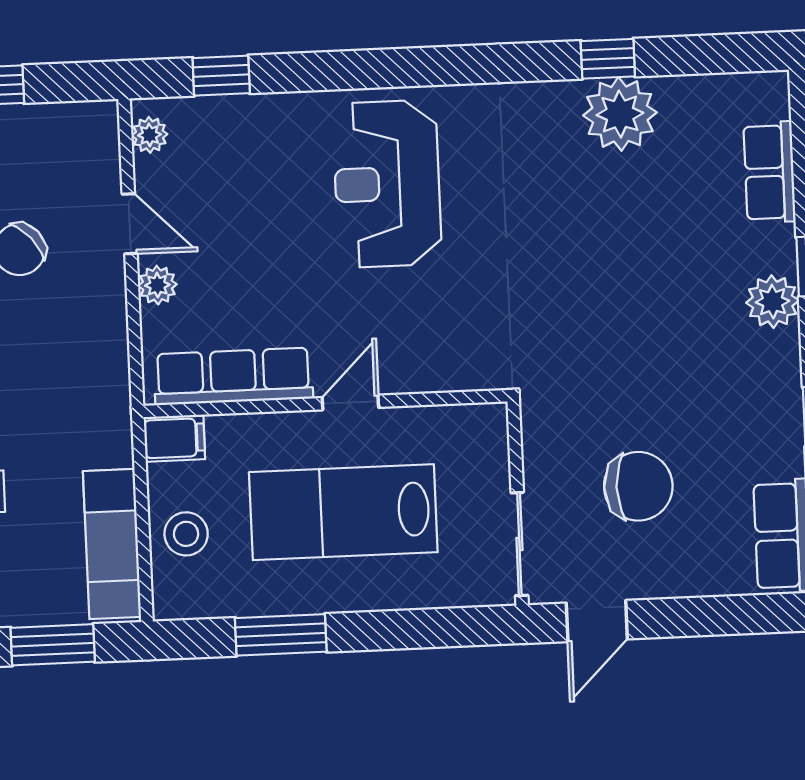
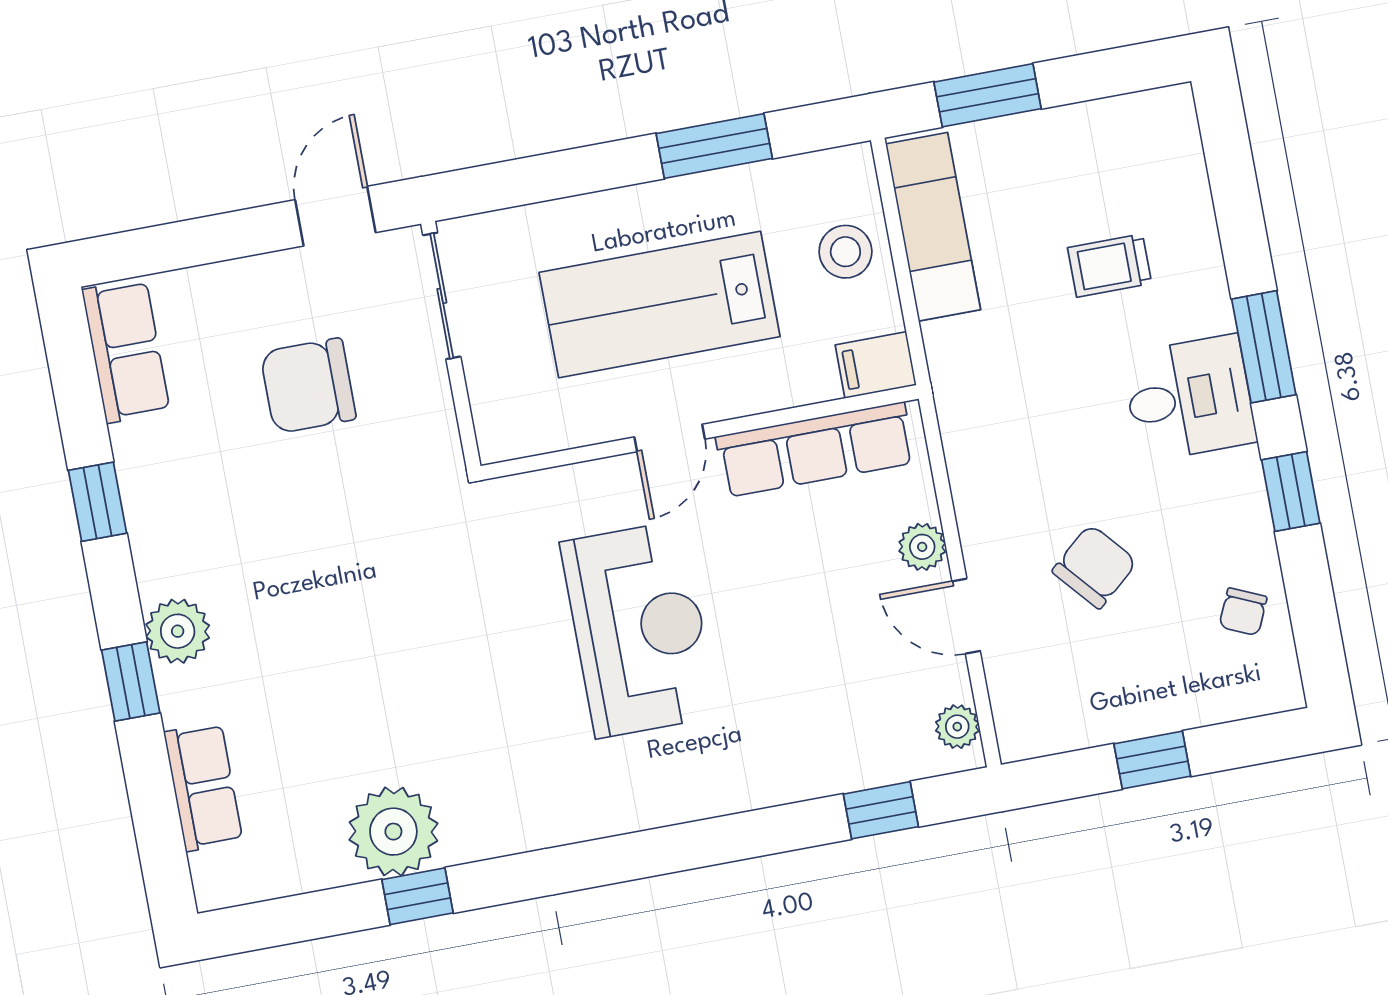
reception desk: (387, 184) -> (639, 629), moved
lab bench: (343, 512) -> (660, 305), turned 180

